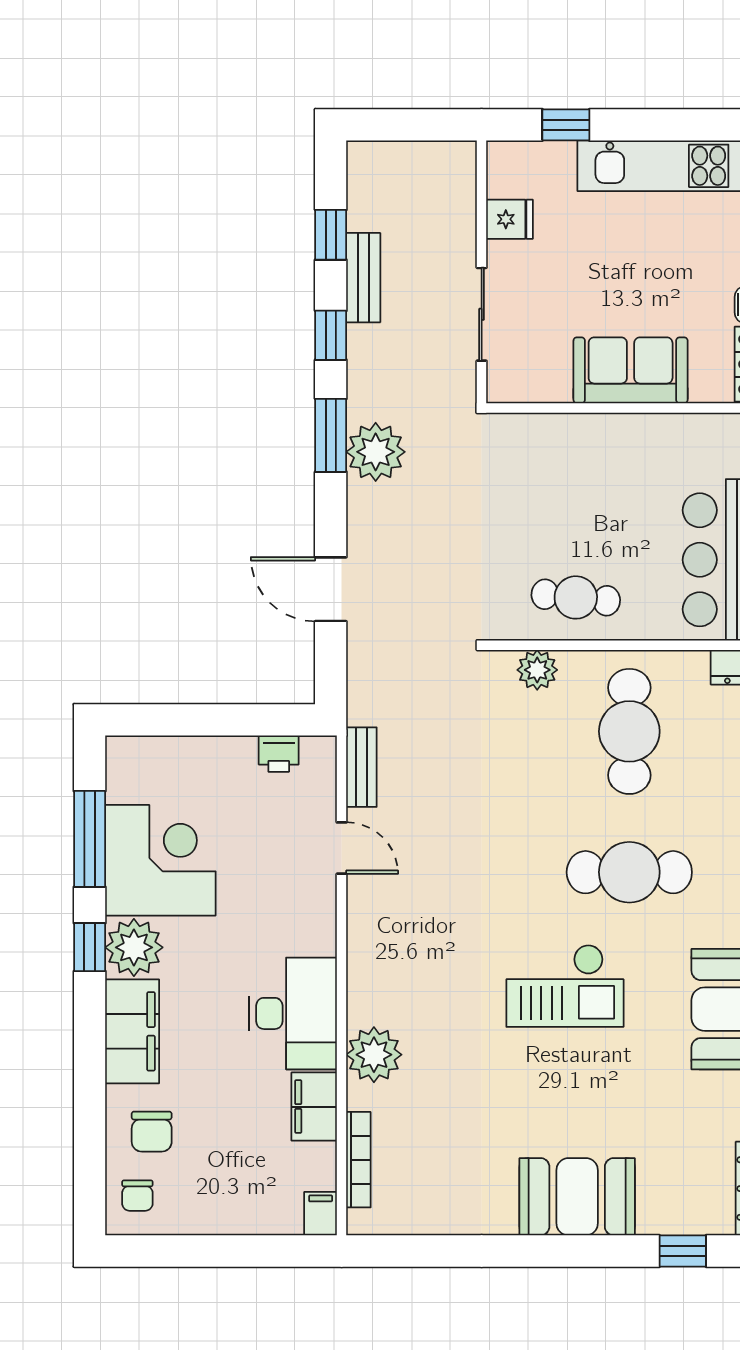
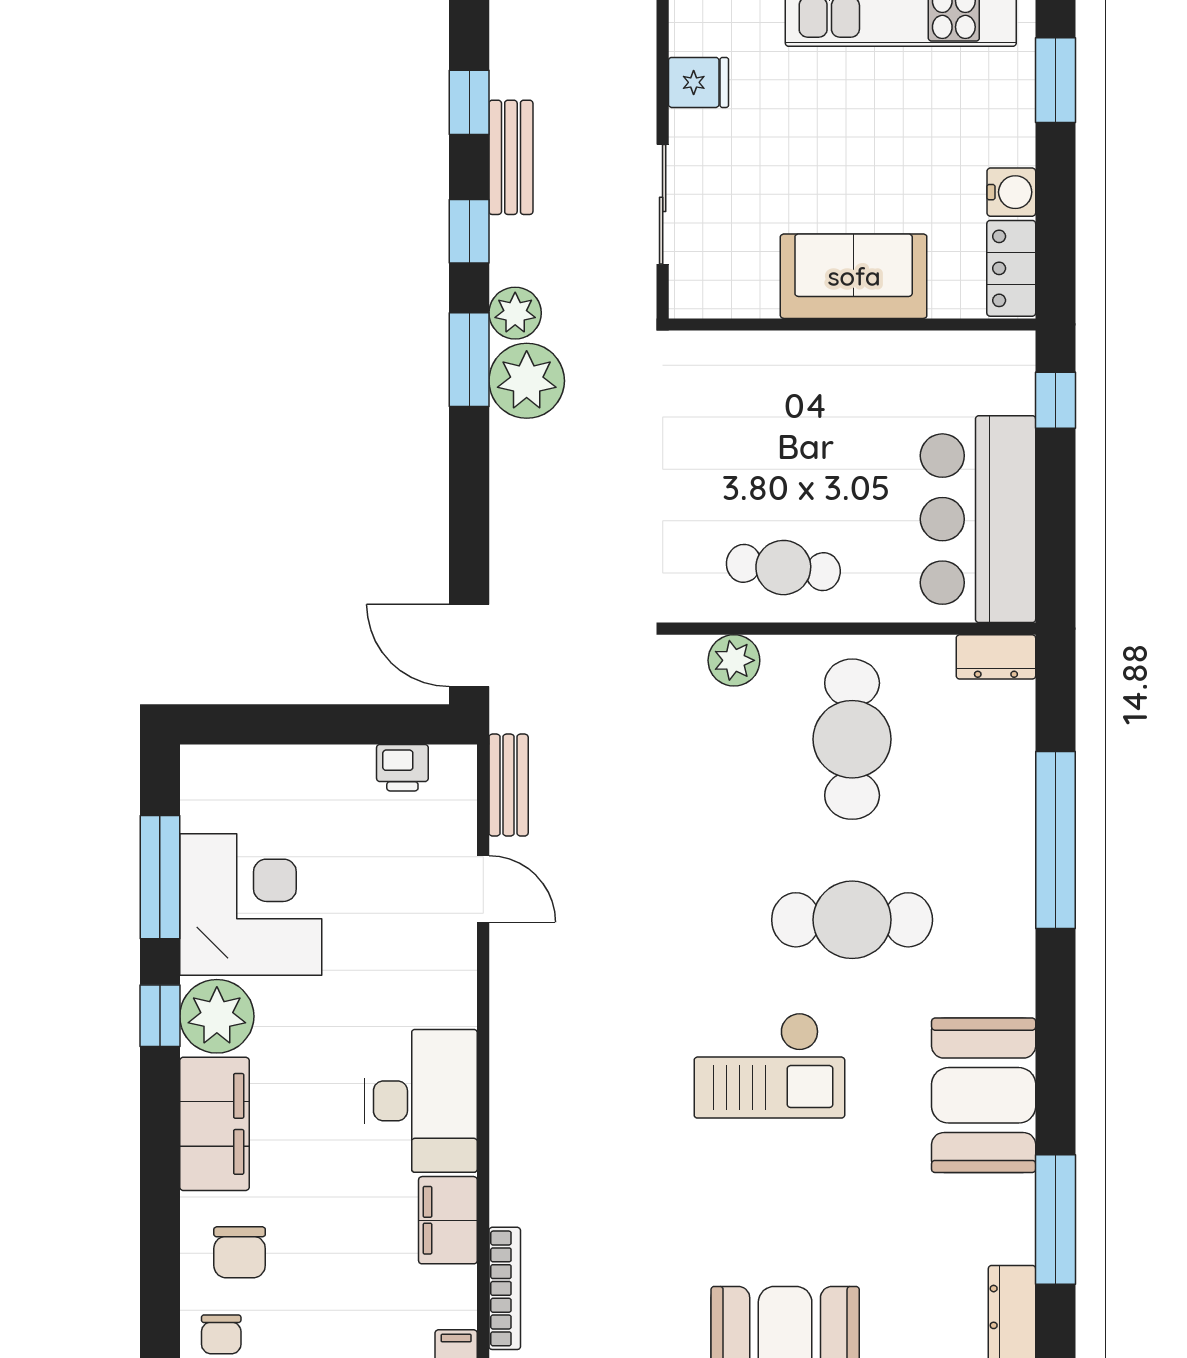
door: (331, 589) -> (469, 645), moved
plant: (374, 1055) -> (515, 313), moved, width x0.73, depth x0.73

